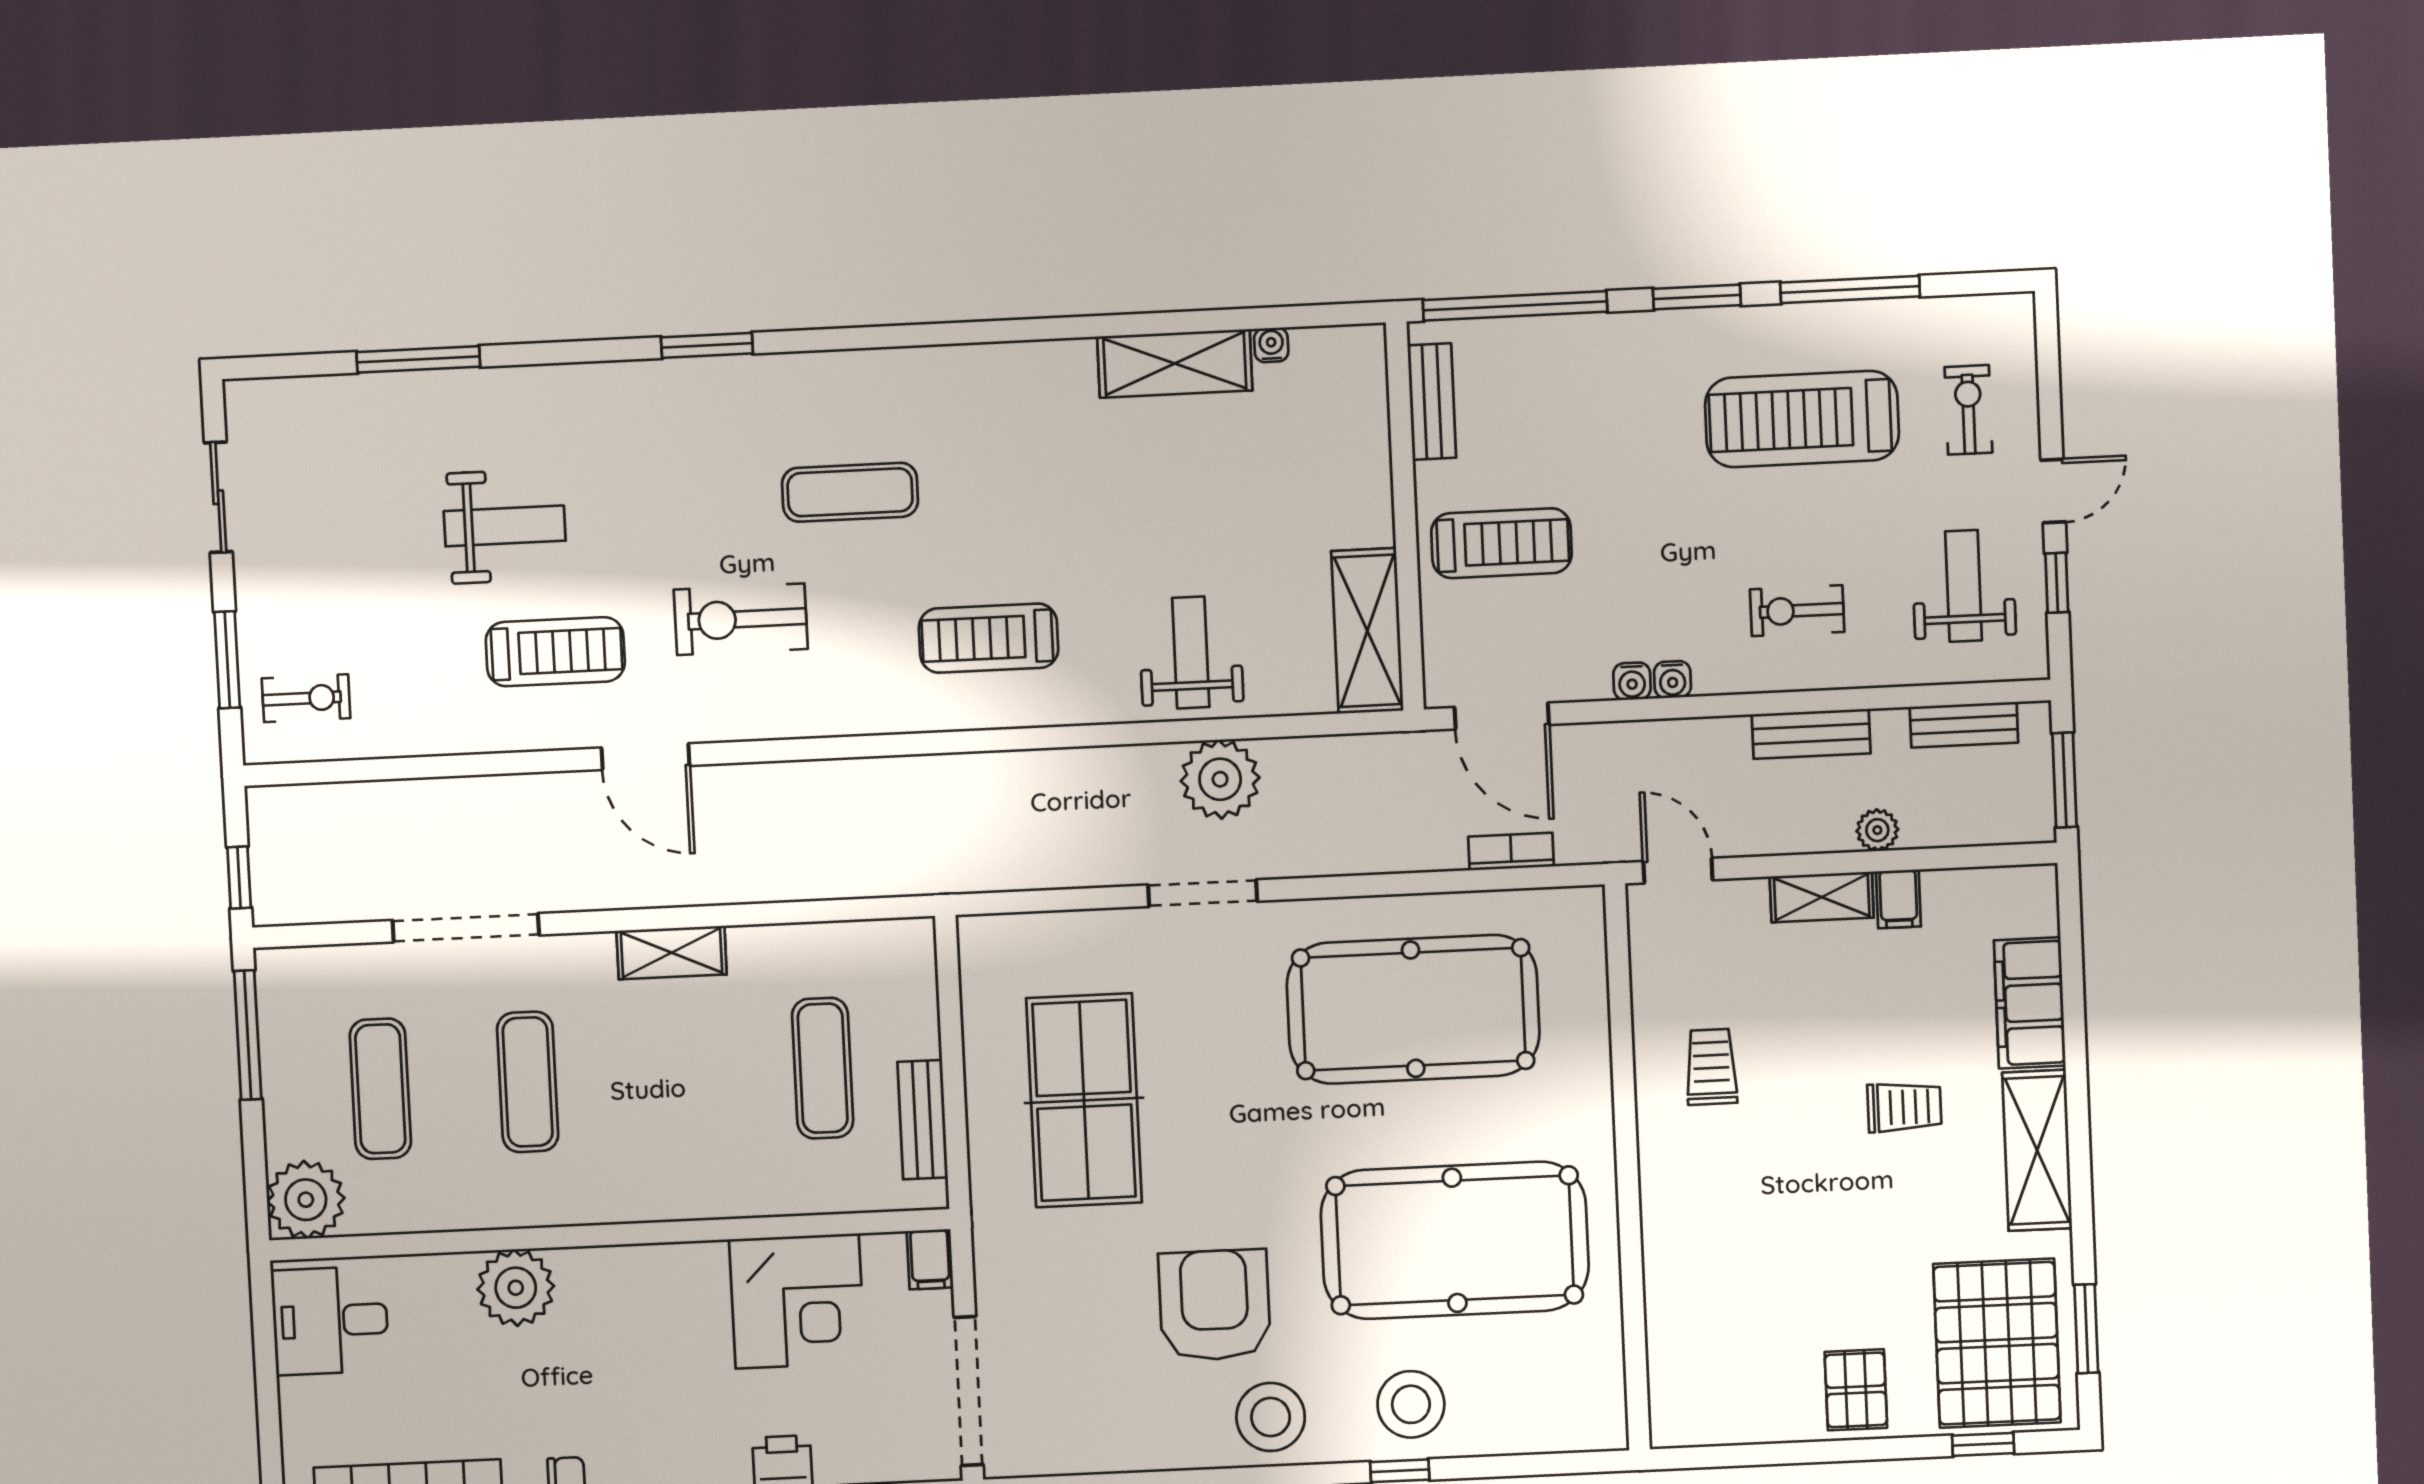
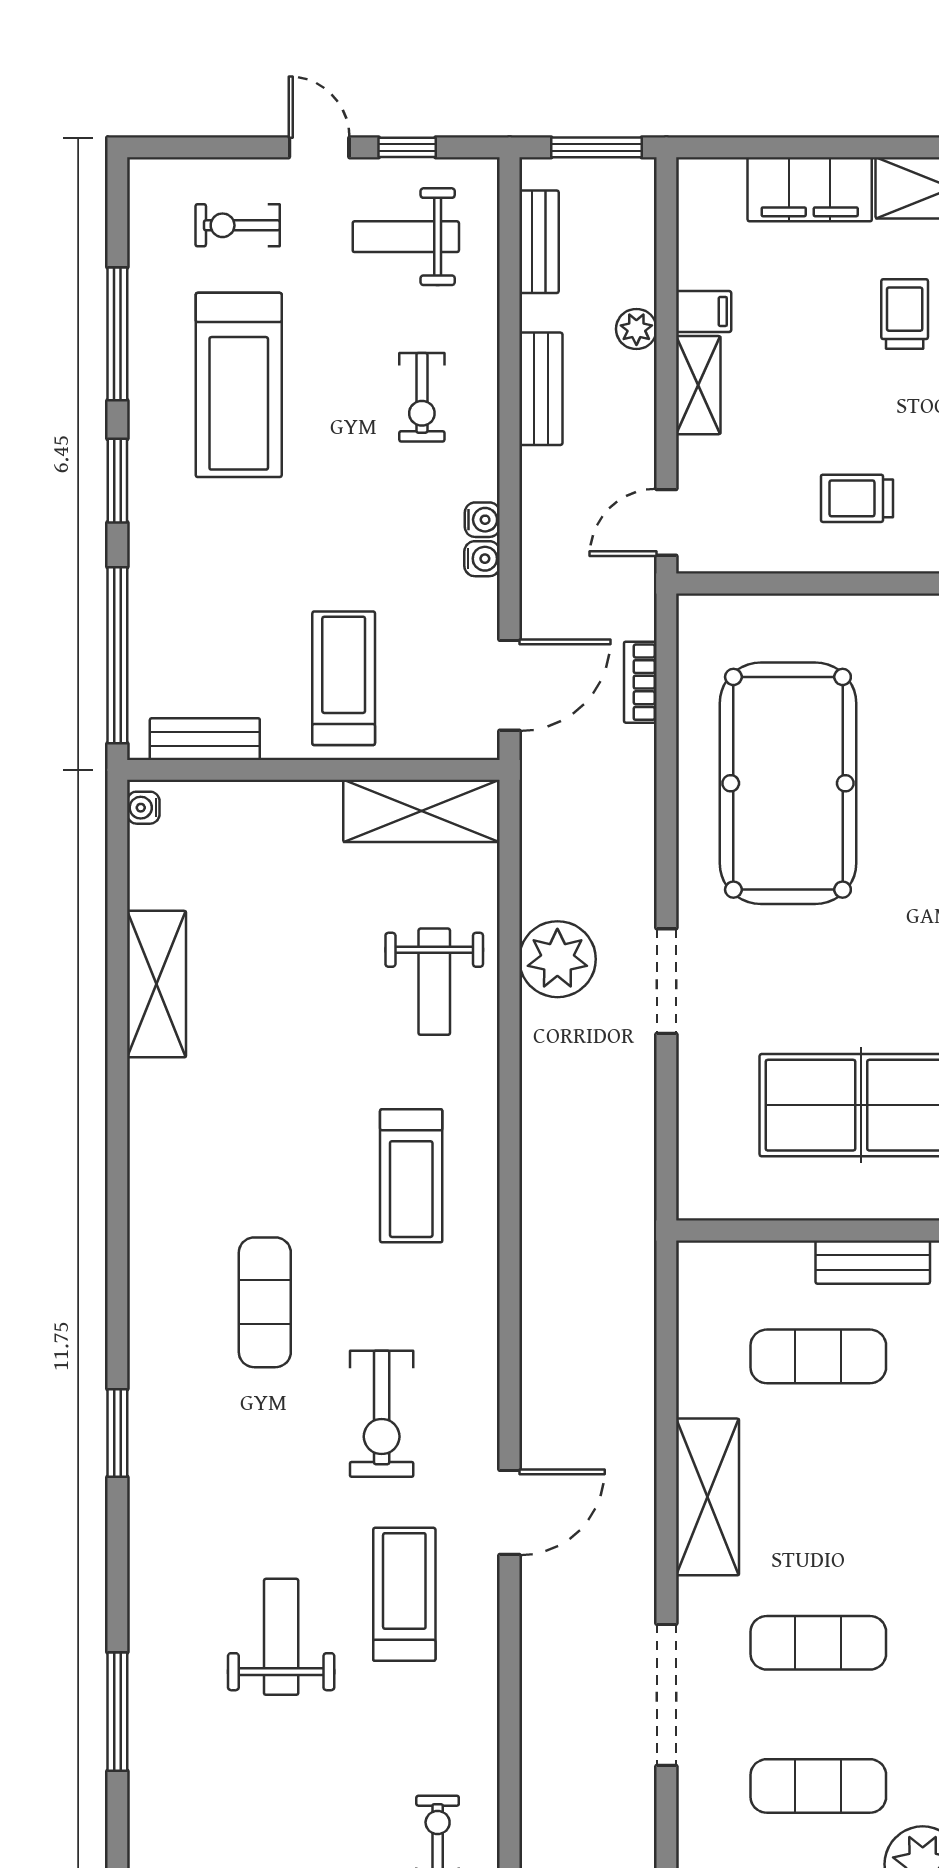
water cooler: (1271, 345) -> (143, 808), moved
weight bench: (1191, 652) -> (434, 982), turned -90
shelving: (672, 953) -> (708, 1497), width x1.50, depth x1.33

